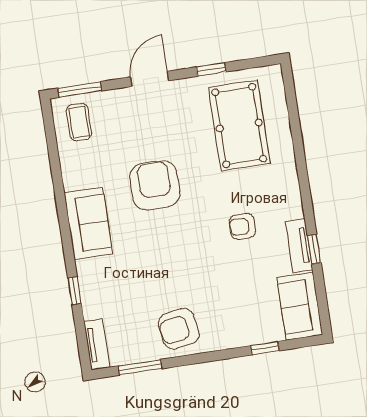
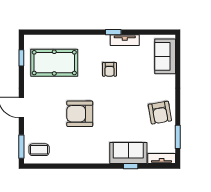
window: (211, 69) -> (21, 58), moved
sofa: (88, 223) -> (128, 153), moved
window: (314, 249) -> (113, 32), moved
sofa: (300, 306) -> (165, 56), moved, turned 90
window: (265, 348) -> (178, 67), removed

